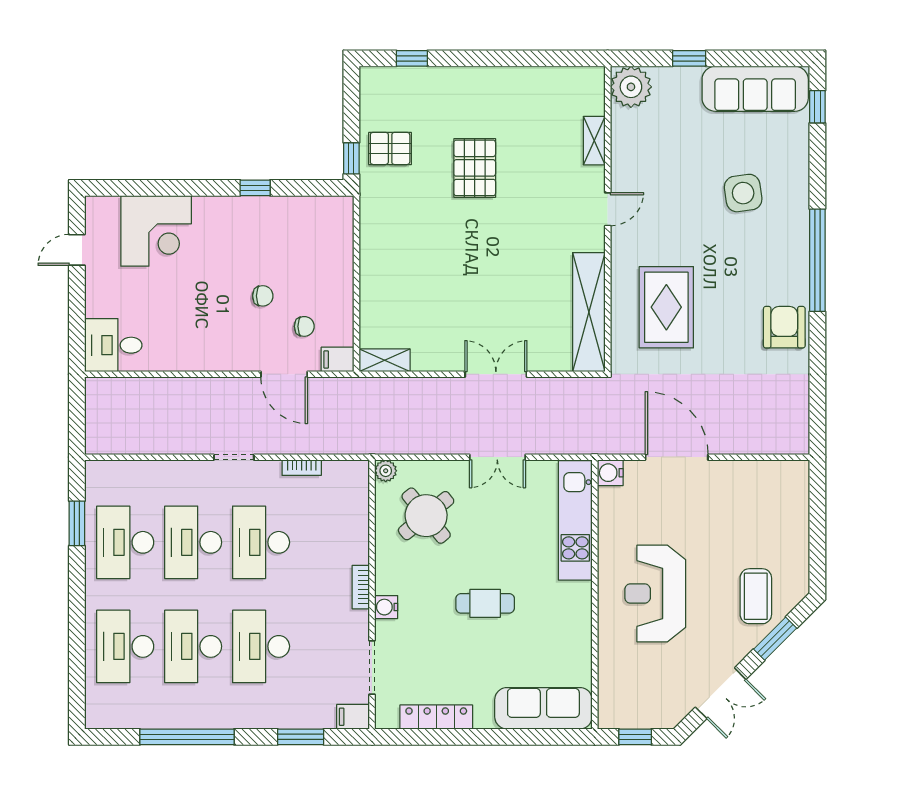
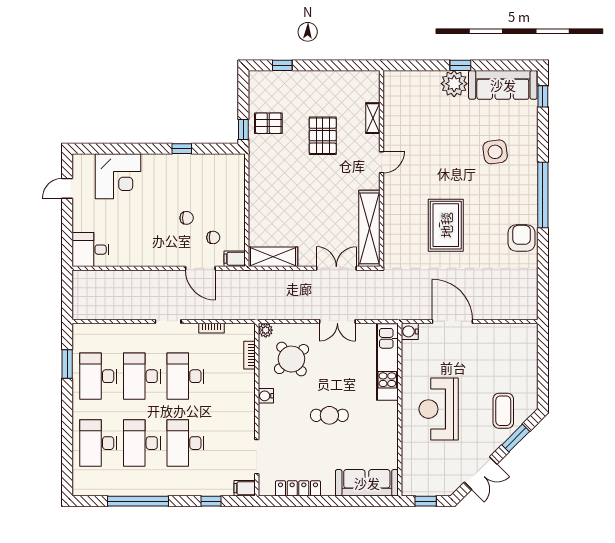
plant: (631, 87) -> (454, 84), moved
shelving: (594, 141) -> (373, 118), moved
door: (608, 209) -> (382, 162), moved
wall: (608, 219) -> (382, 168), moved
shelving: (589, 312) -> (369, 228), moved
shelving: (385, 360) -> (273, 257), width x1.50, depth x1.33
bookcase: (361, 587) -> (250, 355), moved
water cooler: (386, 607) -> (266, 396), moved
window: (301, 737) -> (211, 501), width x0.67

